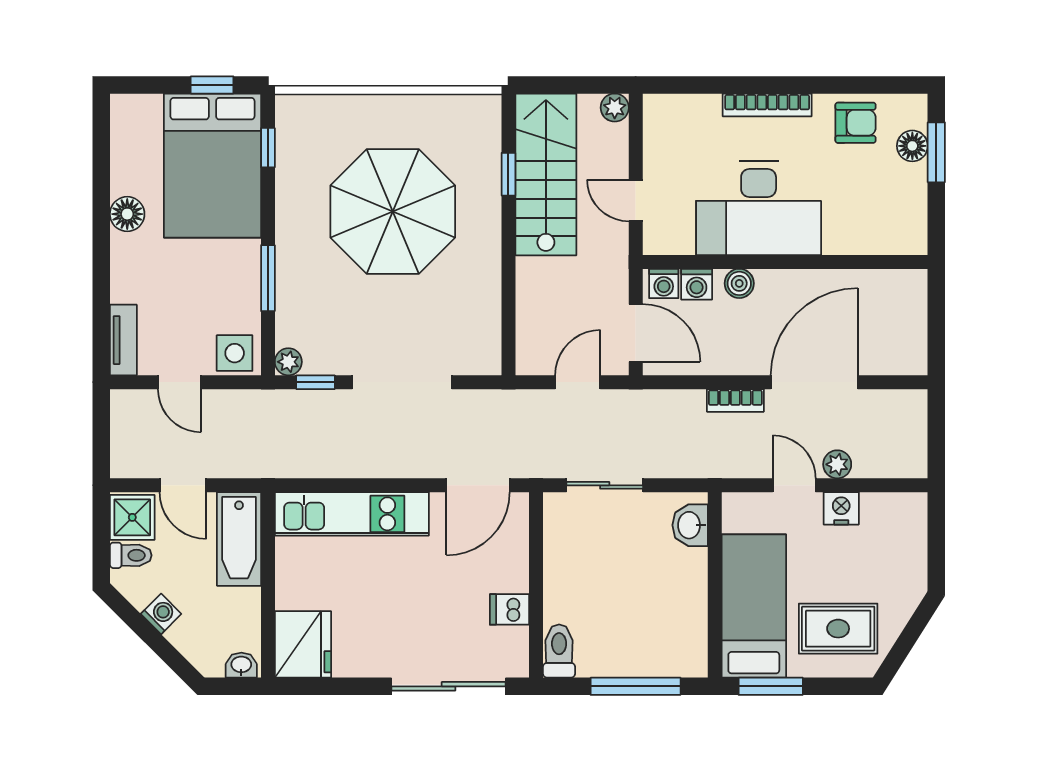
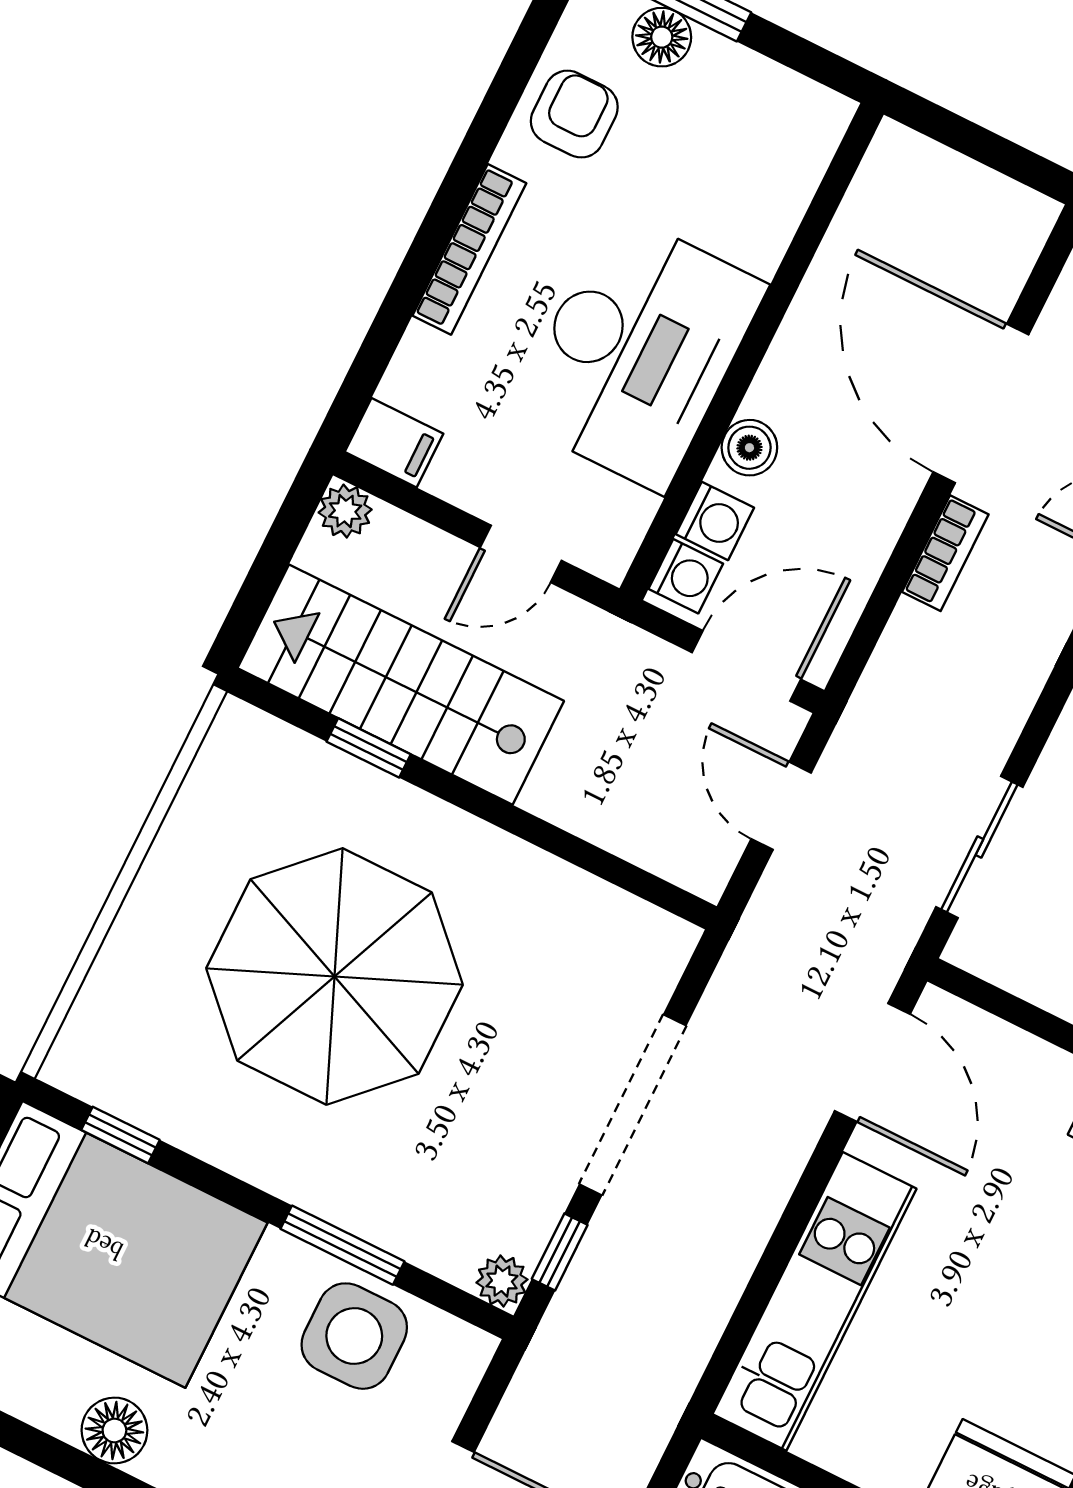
filing cabinet: (658, 115) -> (394, 443), added
side table: (235, 353) -> (354, 1336), moved, width x1.37, depth x1.37

